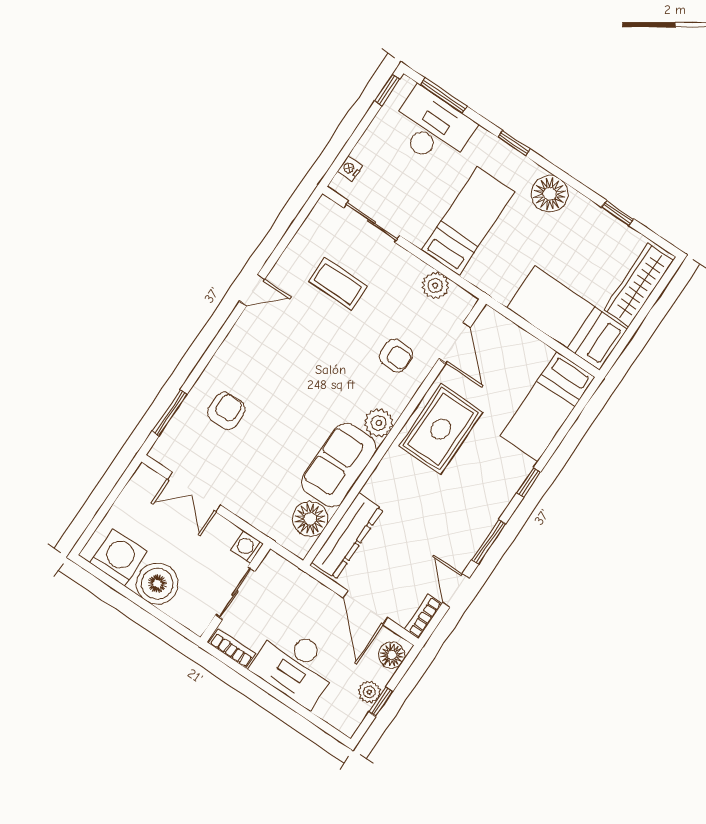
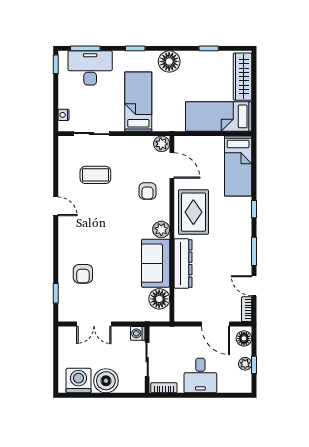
plant: (435, 285) -> (162, 144), moved
door: (252, 290) -> (56, 206), hinge flipped
armchair: (396, 356) -> (147, 191), turned 90
armchair: (226, 411) -> (83, 274), turned 180
window: (170, 413) -> (56, 293), width x0.67
dresser: (347, 536) -> (183, 263), moved
desk: (295, 666) -> (200, 375), width x0.73

